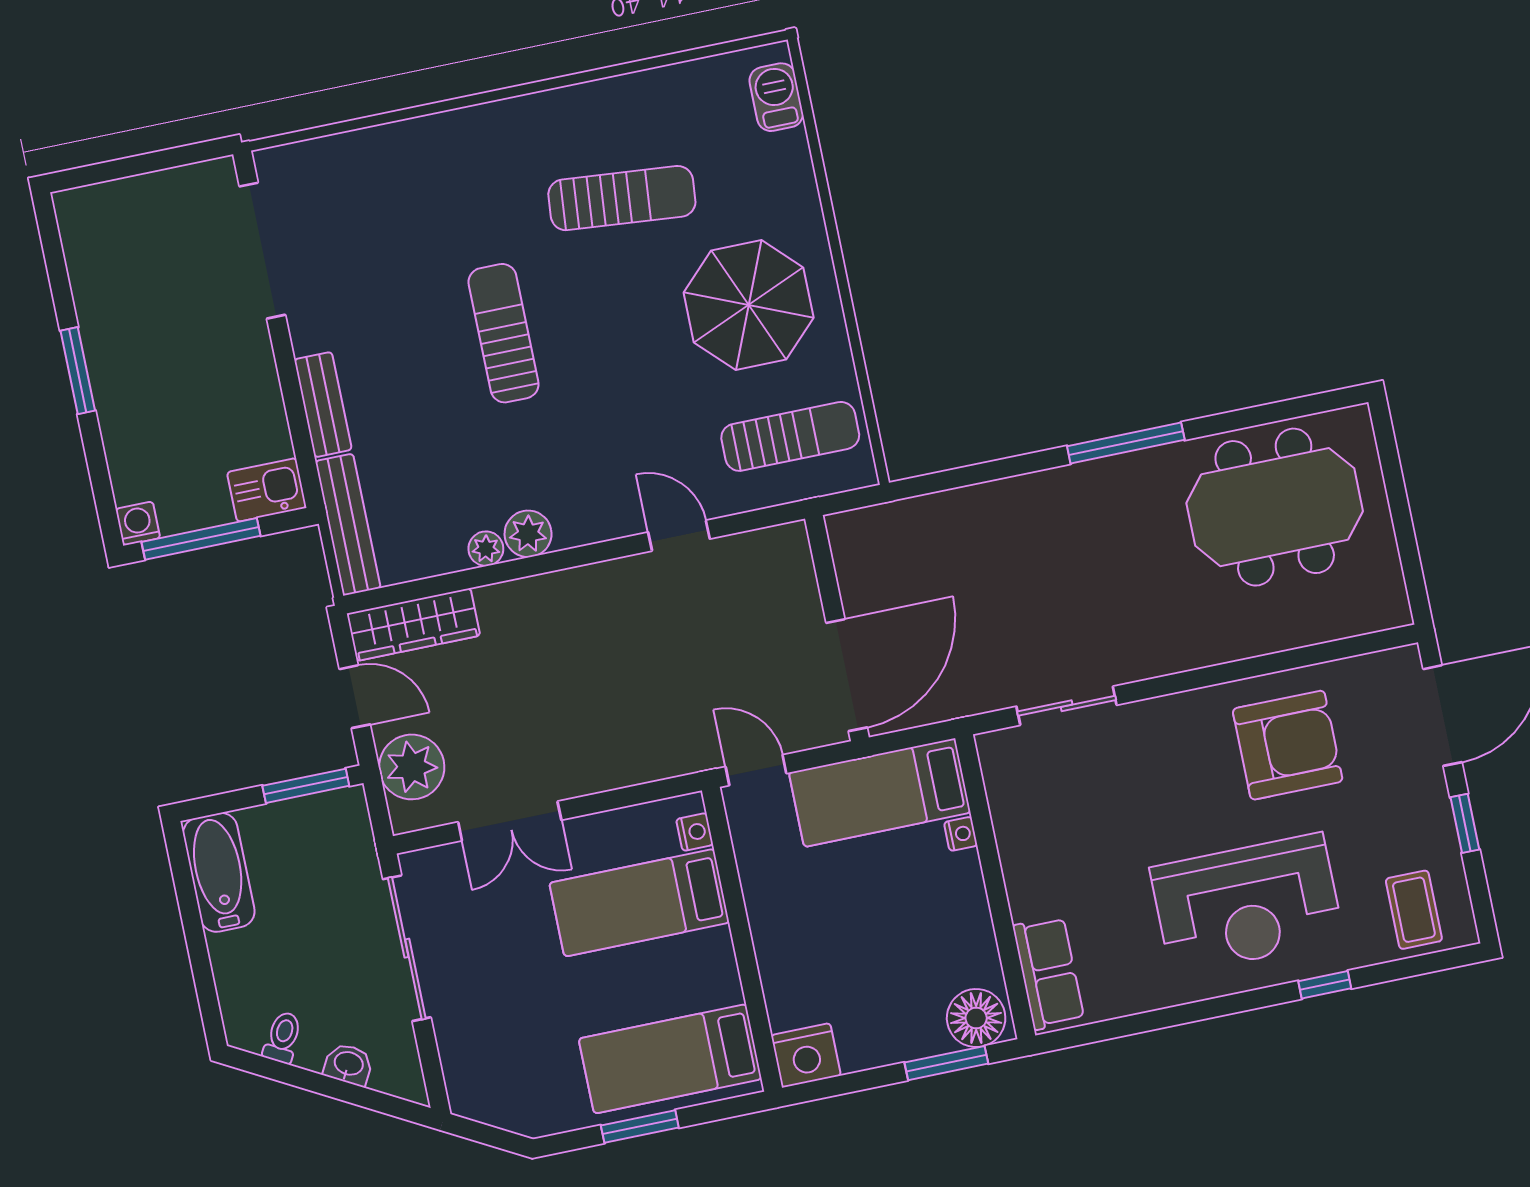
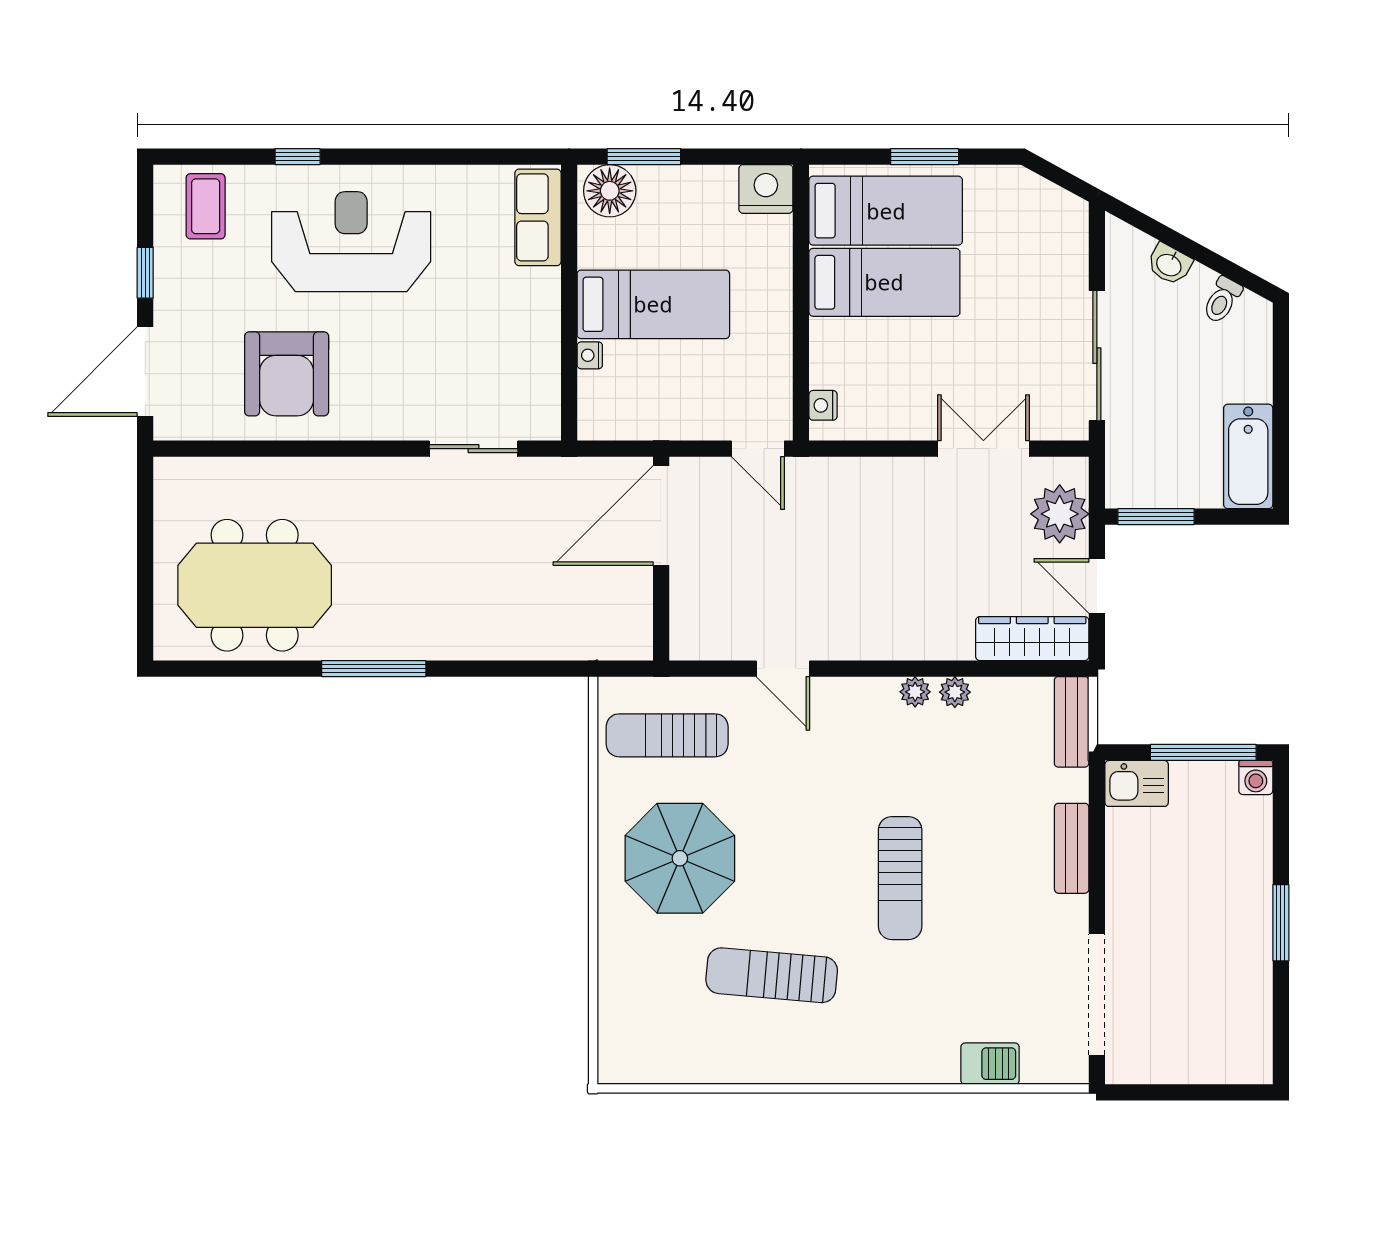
barbecue: (776, 97) -> (990, 1064), moved, turned -90
bench: (348, 525) -> (1072, 722), width x0.73
plant: (528, 534) -> (915, 692), width x0.73, depth x0.73
armchair: (1288, 745) -> (287, 374), turned -90
bed: (880, 793) -> (653, 304), moved
bed: (639, 903) -> (884, 282), moved

